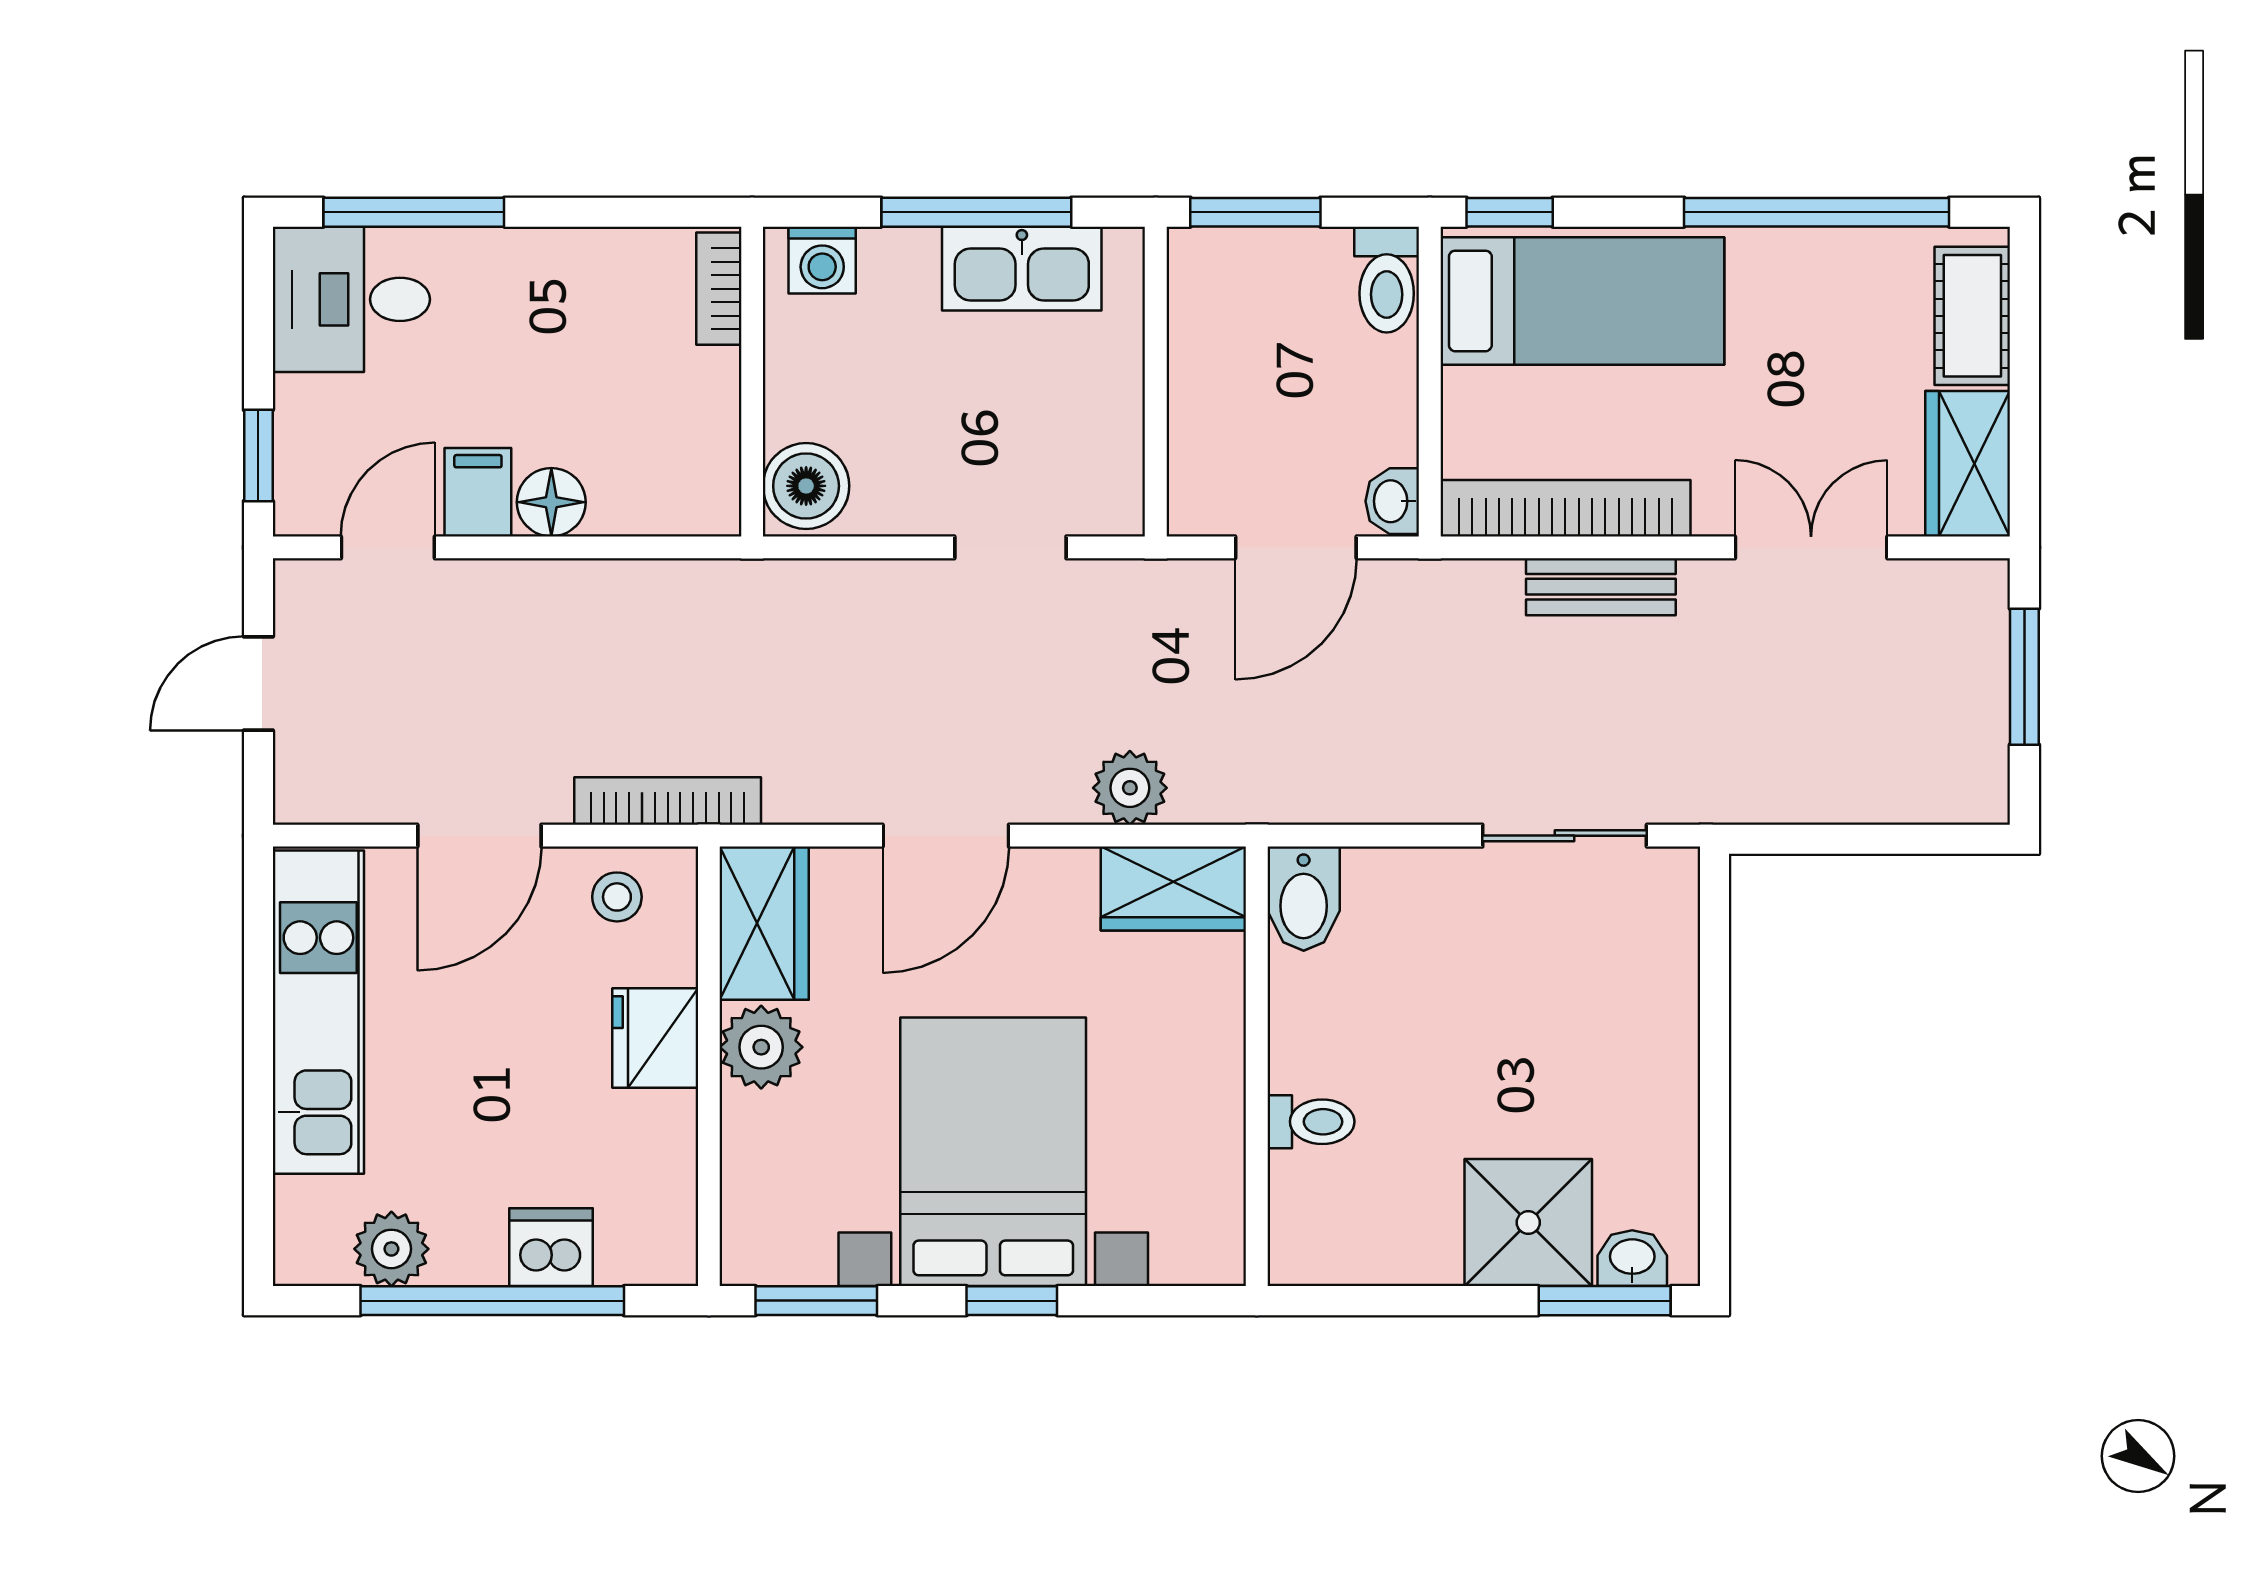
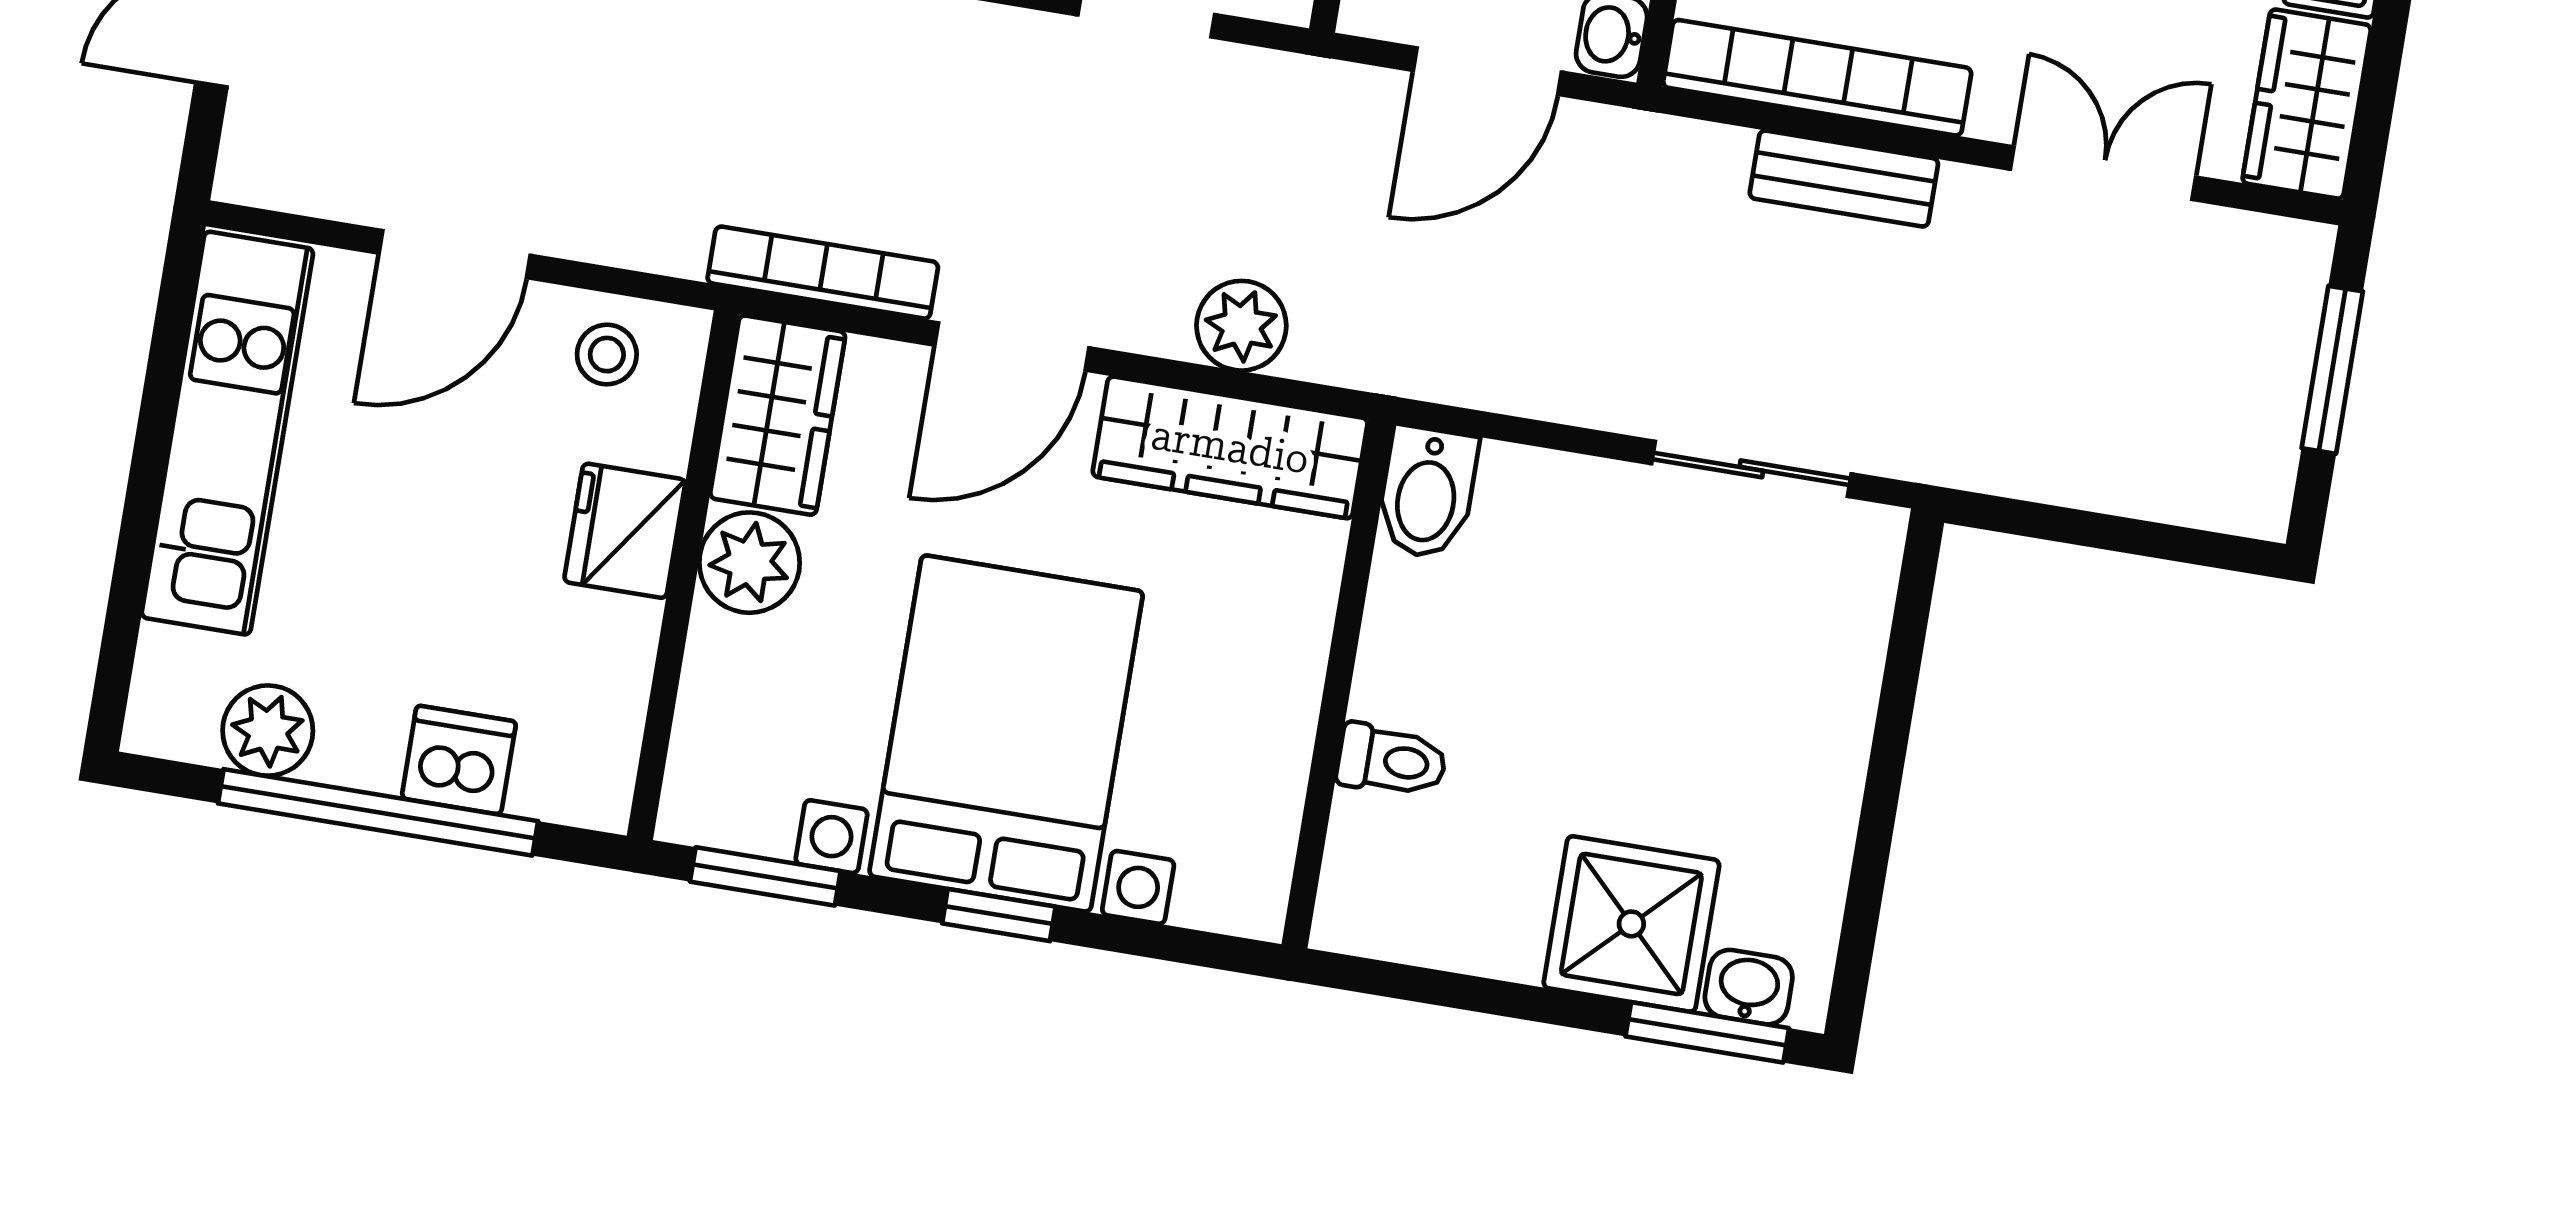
bookcase: (668, 801) -> (823, 273), moved
wardrobe: (1173, 889) -> (1230, 447), width x1.50

